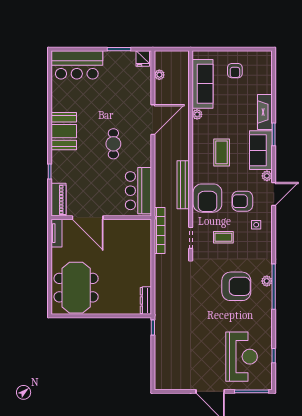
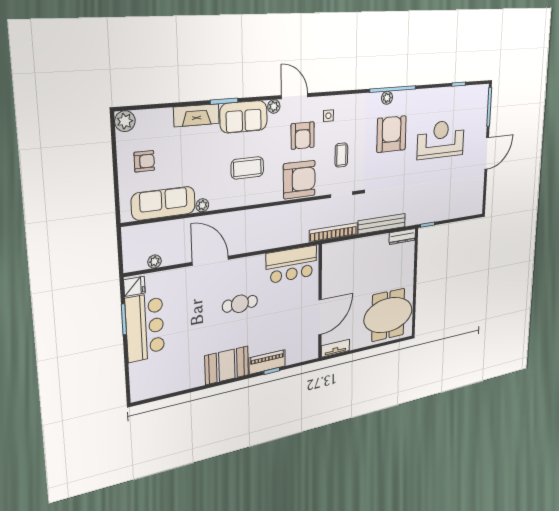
plant: (265, 58) -> (125, 121), added
bar counter: (77, 65) -> (145, 327), moved
bench: (183, 185) -> (382, 224), moved
piano: (58, 200) -> (267, 362), moved
reception desk: (242, 357) -> (441, 139), moved

